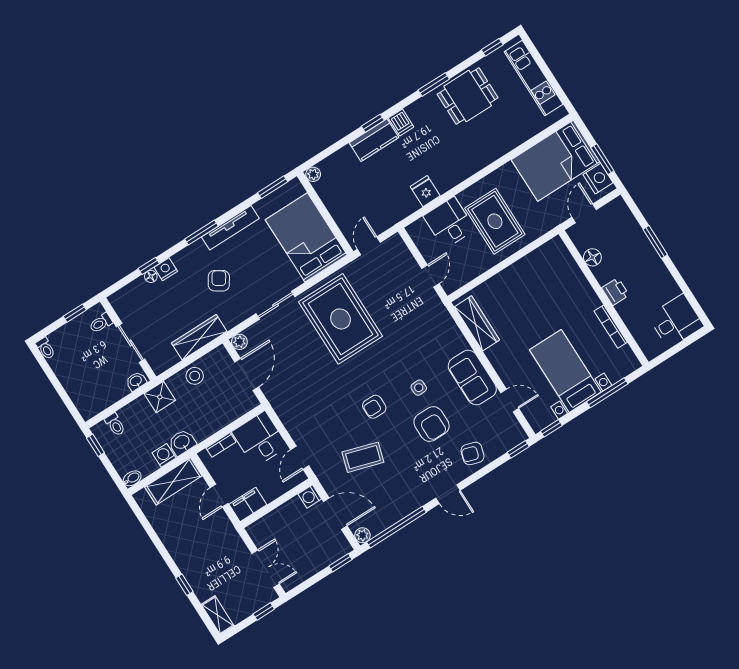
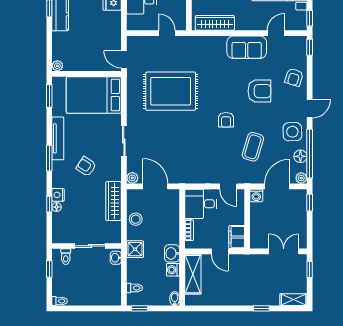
rug: (341, 319) -> (171, 91), moved
side table: (419, 388) -> (292, 132), moved, width x1.87, depth x1.87
floor lamp: (387, 519) -> (300, 156), added

